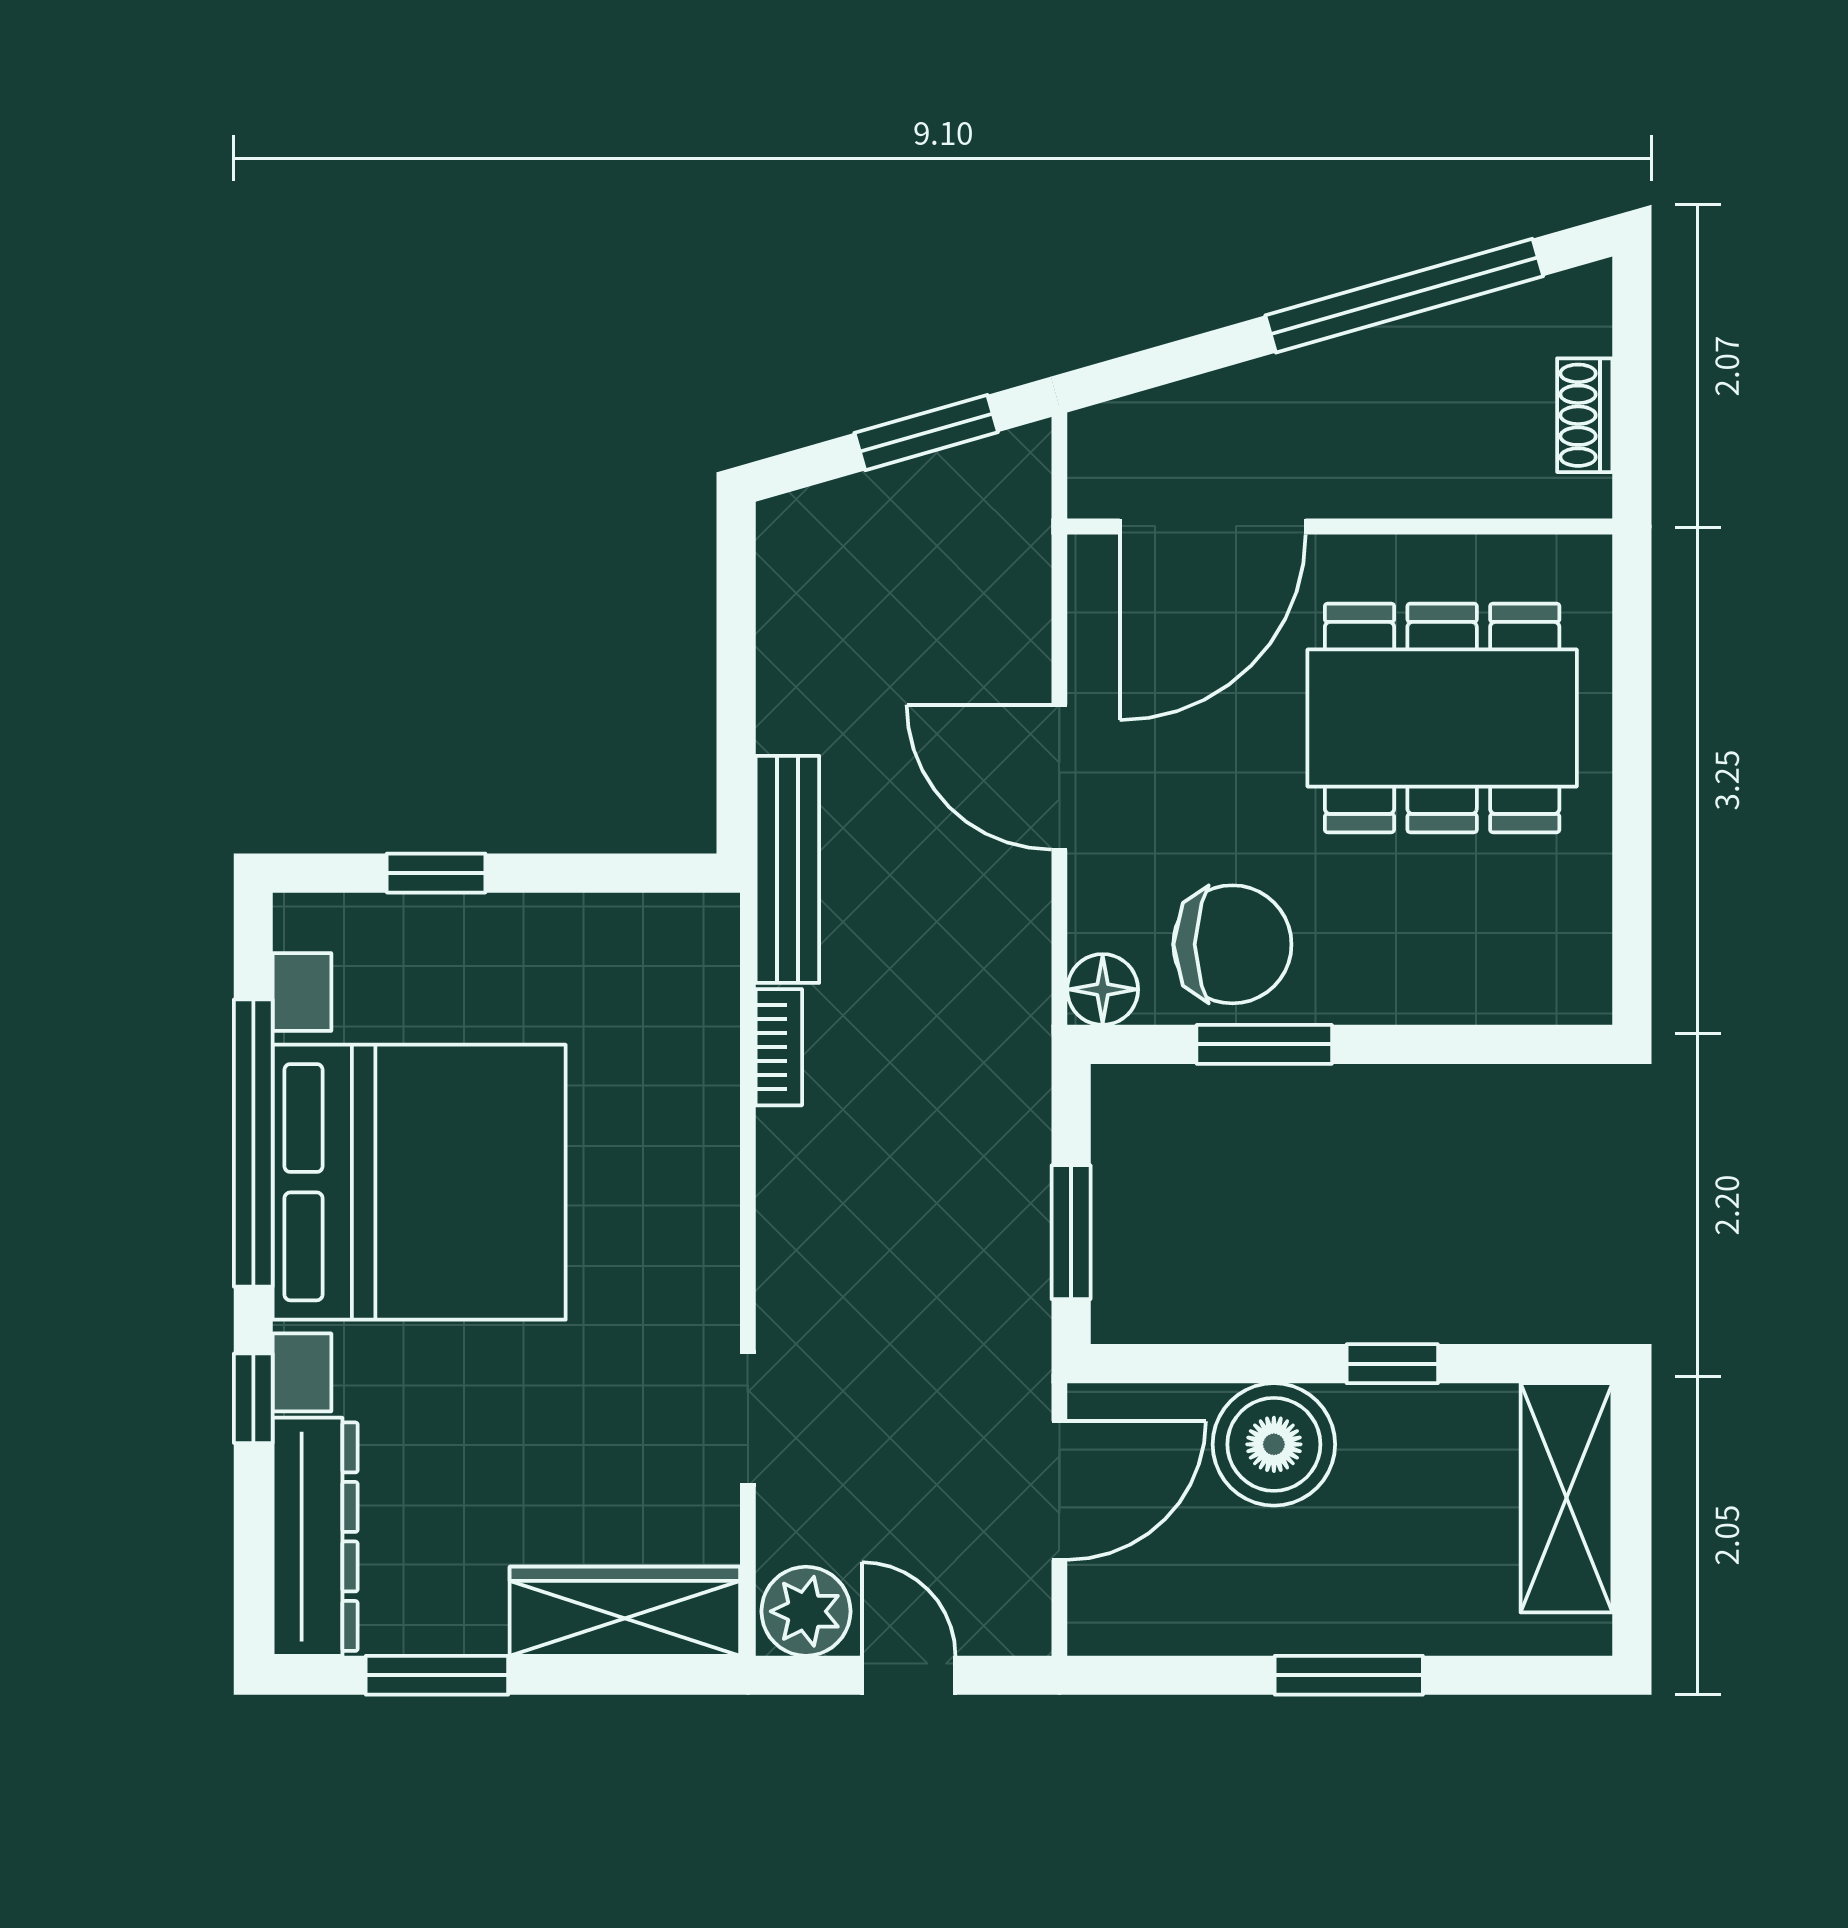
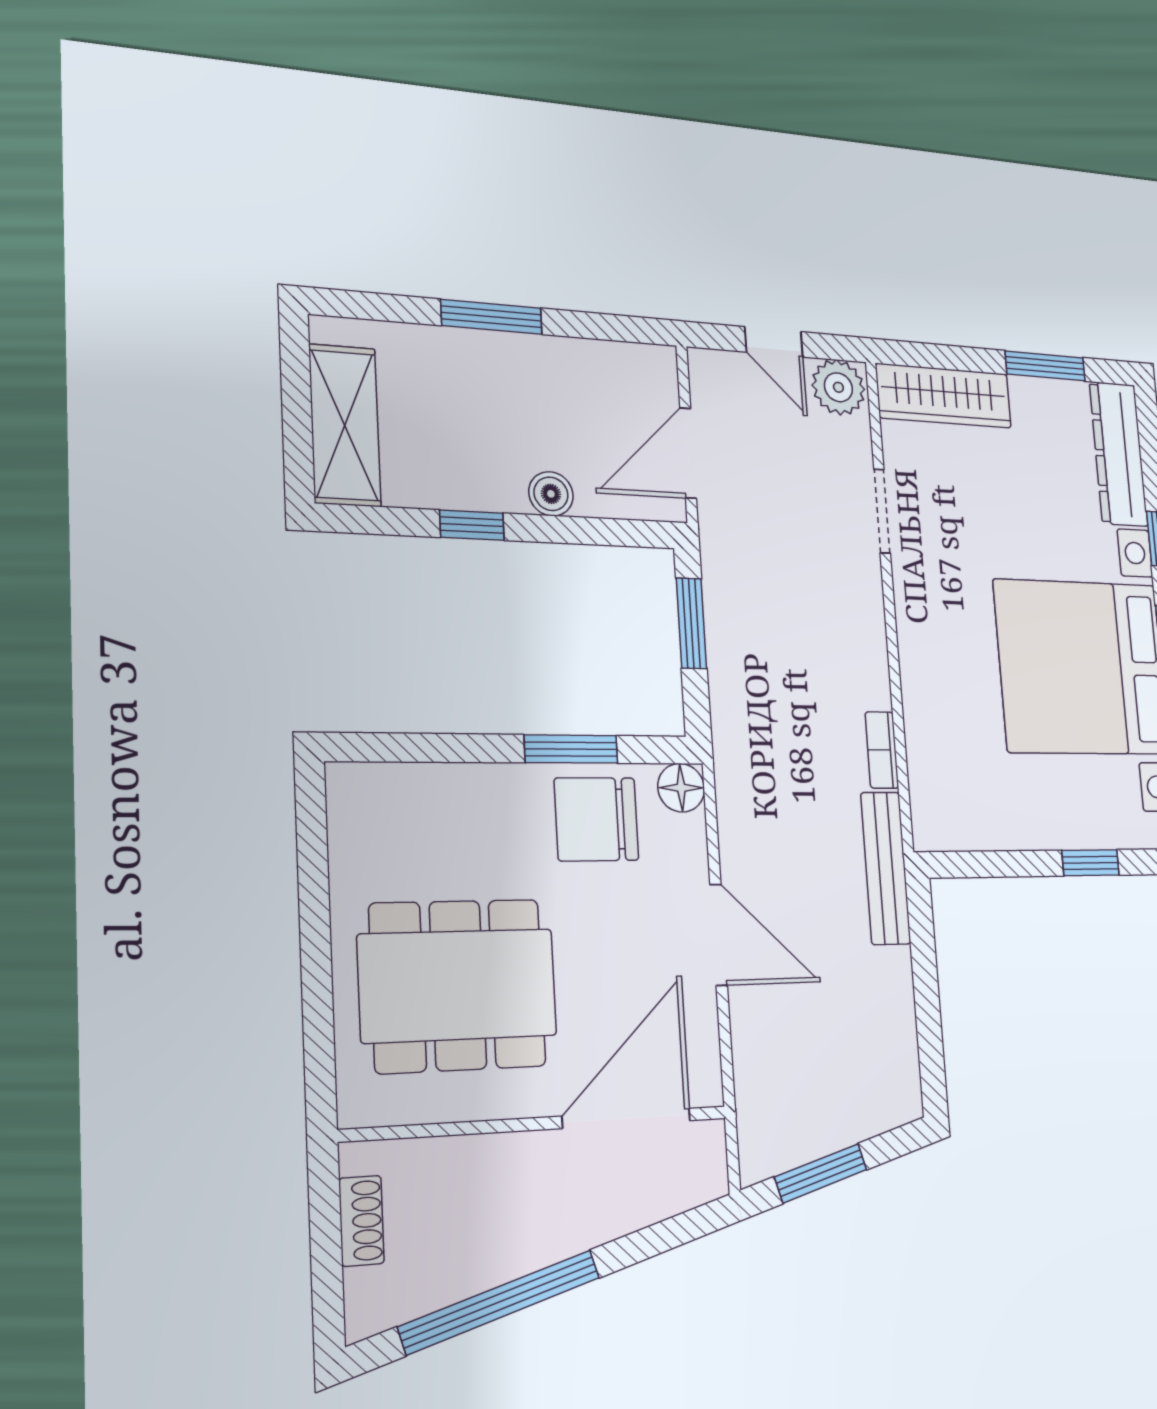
boiler: (1274, 1444) -> (551, 494), width x0.54, depth x0.54

